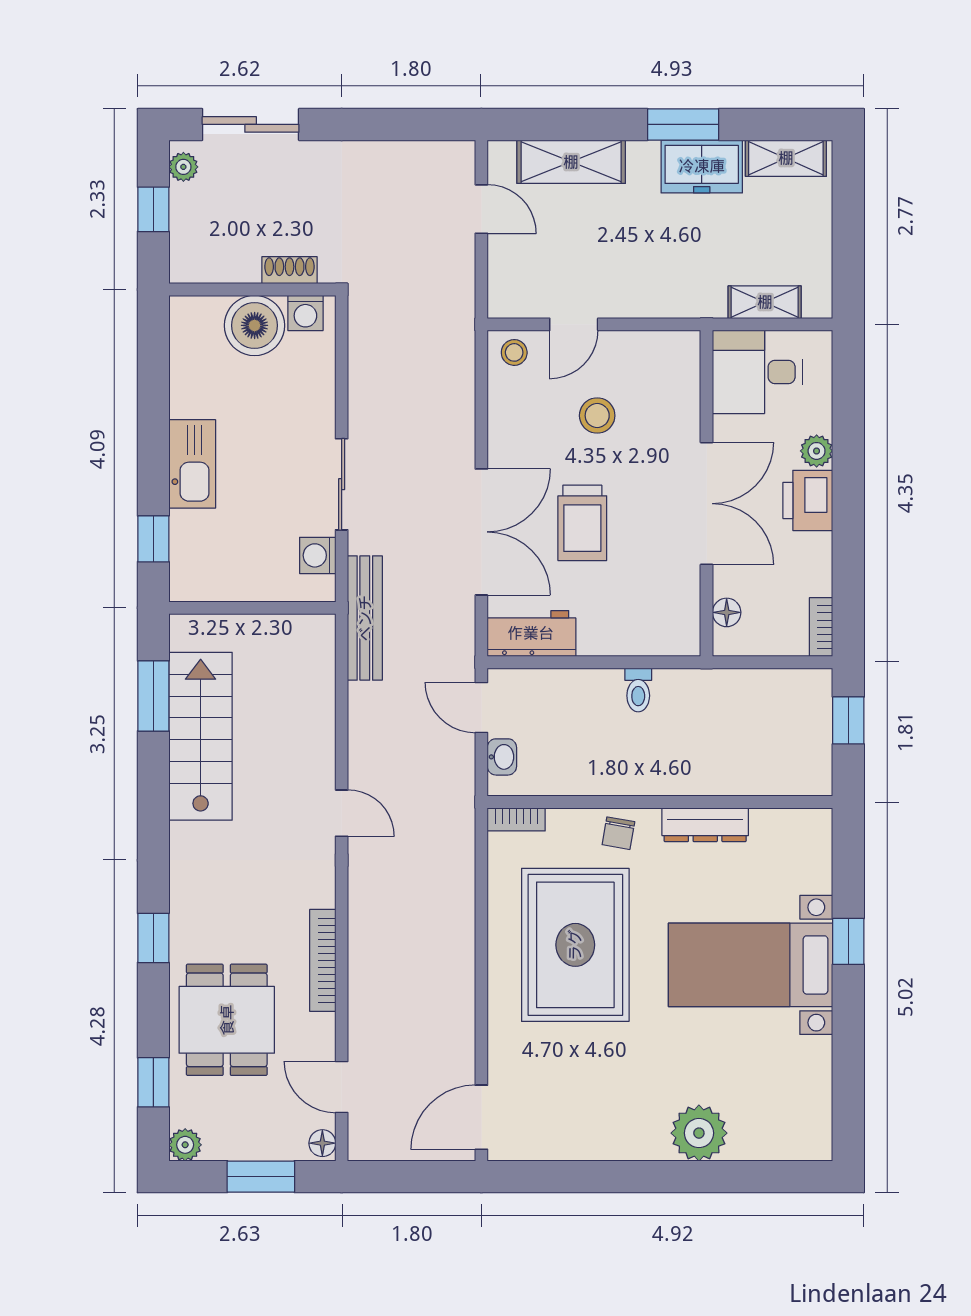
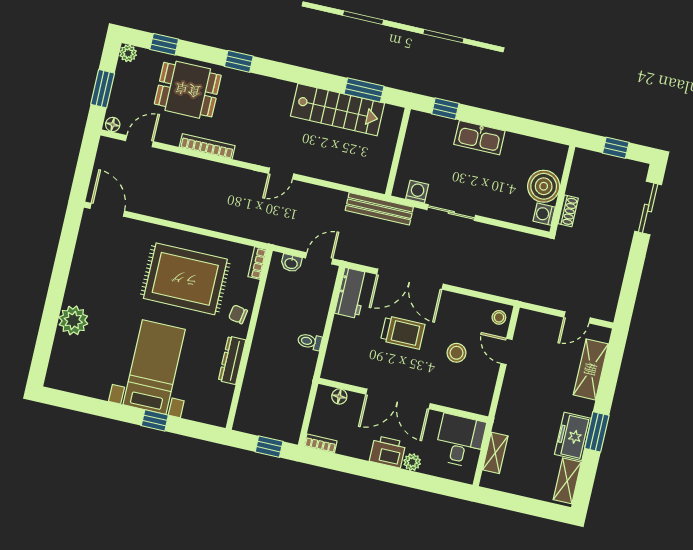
plant: (183, 167) -> (634, 168), removed
trolley: (582, 523) -> (403, 332), turned 180

